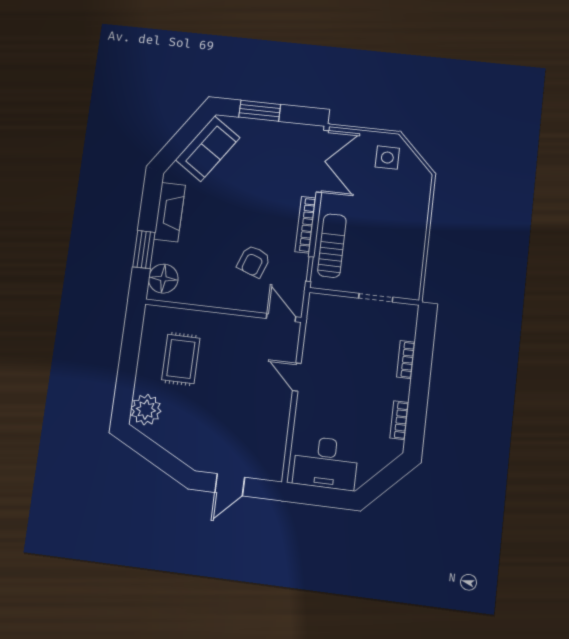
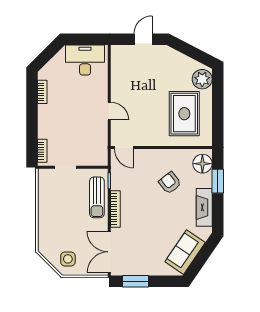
window: (260, 111) -> (135, 281), moved
armchair: (254, 261) -> (170, 183), moved, turned -58
rug: (181, 359) -> (184, 114), width x1.36, depth x1.43
bookcase: (406, 360) -> (42, 151), moved

